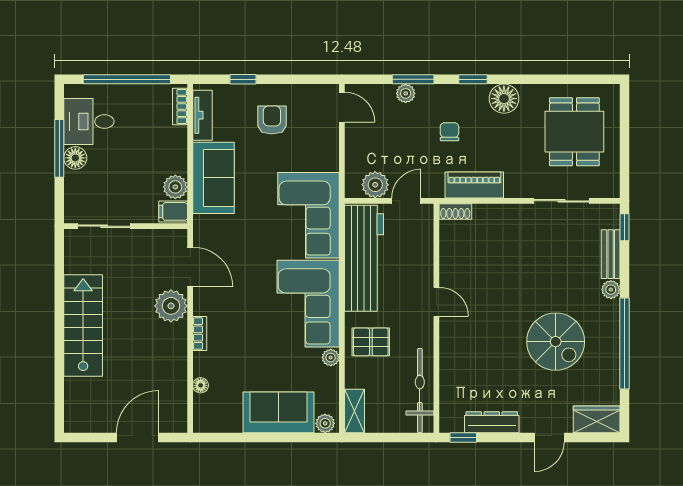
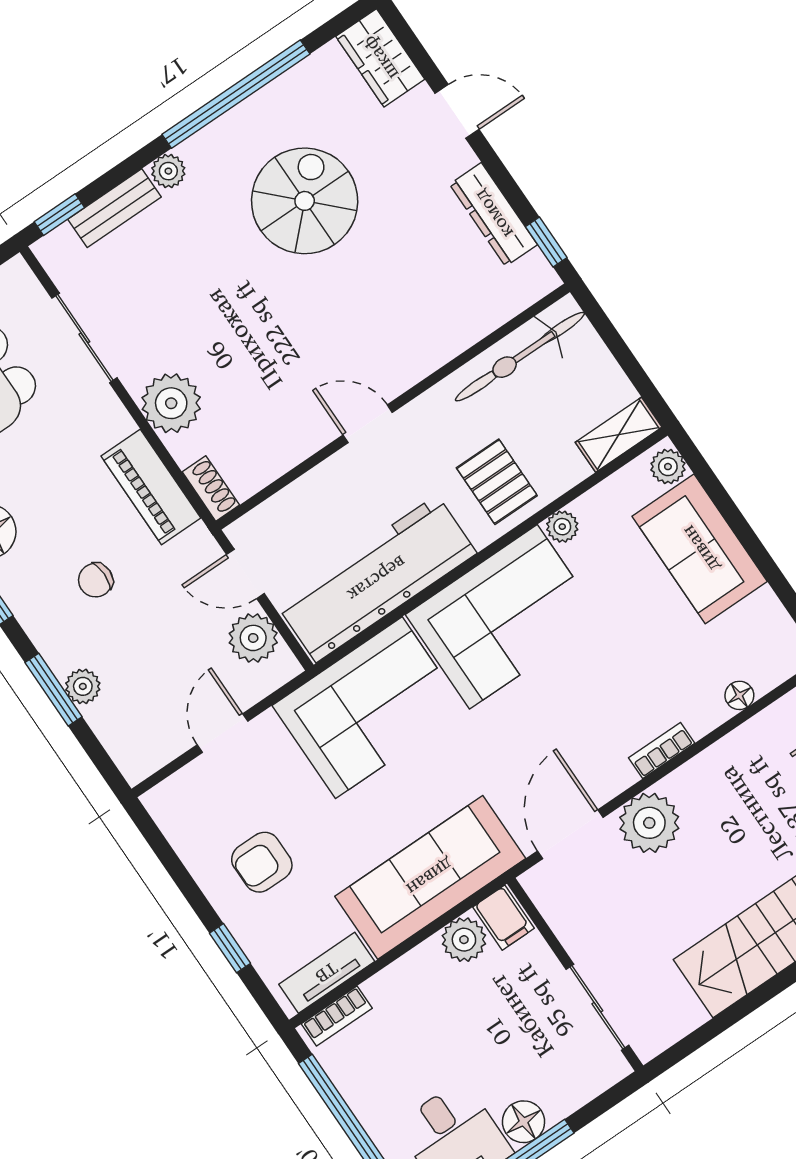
door: (342, 107) -> (222, 733), moved
sofa: (214, 178) -> (430, 877), width x1.36
plant: (506, 220) -> (171, 403), added
door: (436, 302) -> (368, 424), hinge flipped

